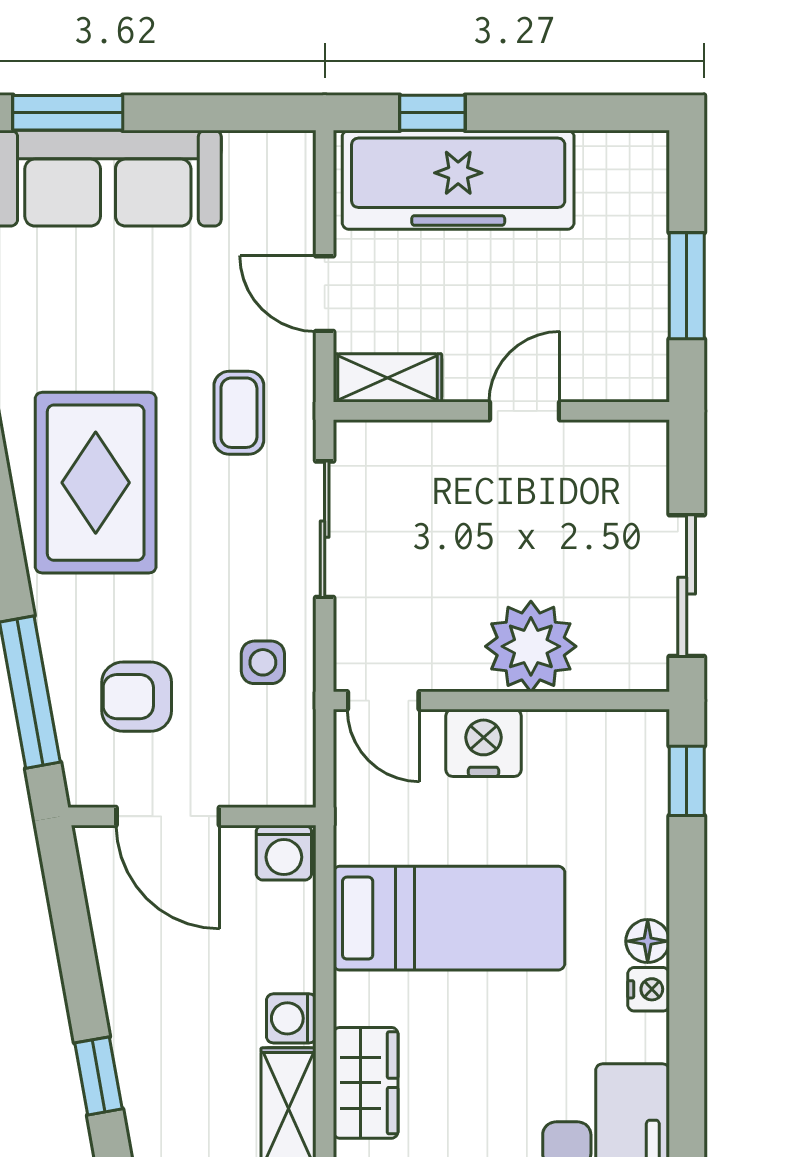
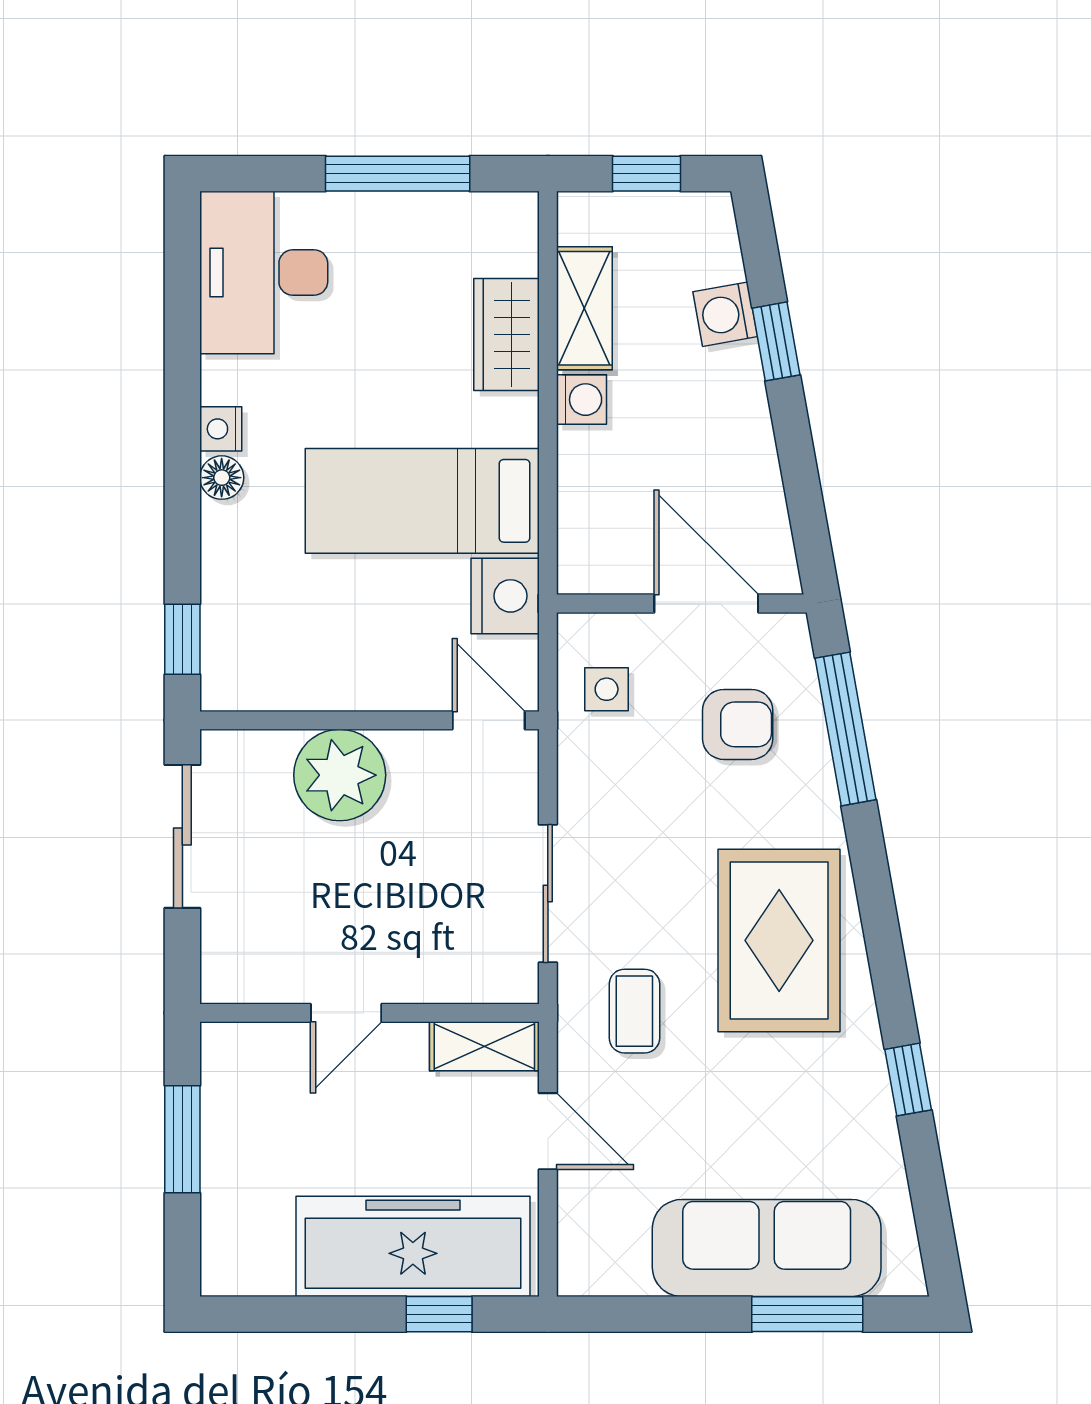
side table: (263, 662) -> (607, 689), moved
nightstand: (484, 743) -> (505, 596), moved, turned -90
washing machine: (284, 853) -> (725, 314), moved, turned -100

